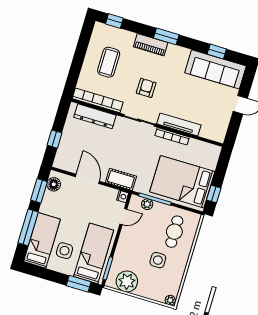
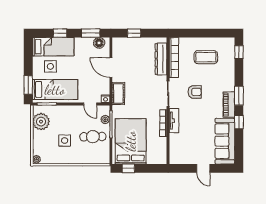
piano: (151, 45) -> (229, 105), moved
window: (217, 51) -> (239, 122), moved
tv unit: (179, 124) -> (174, 121), width x0.71
door: (87, 179) -> (111, 68), swing flipped
window: (28, 227) -> (60, 33), width x0.46
cafe table: (174, 232) -> (93, 137), moved

